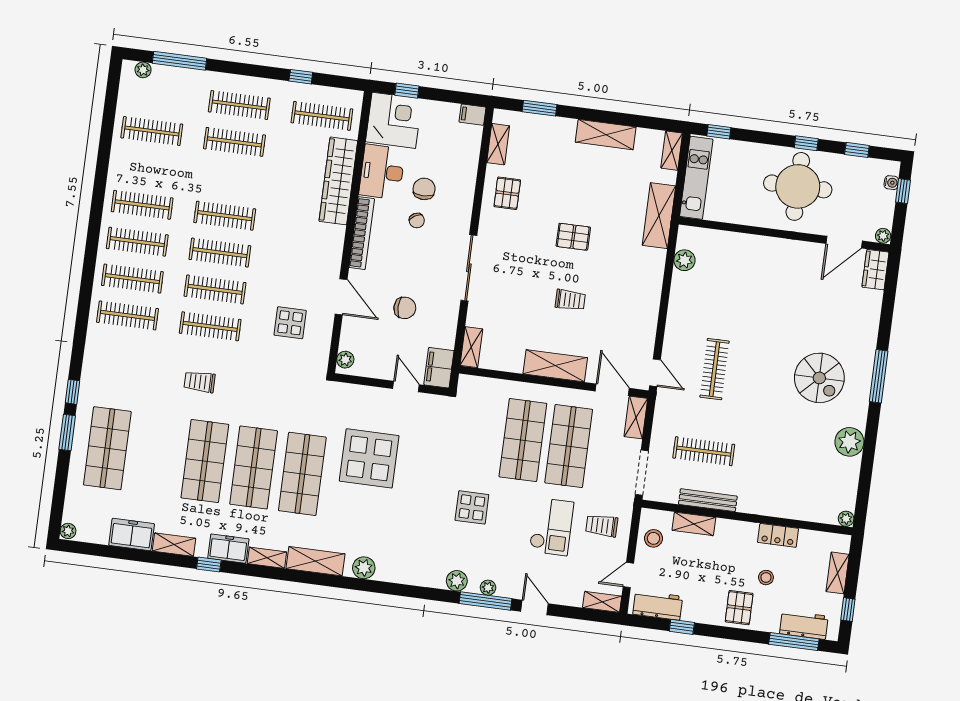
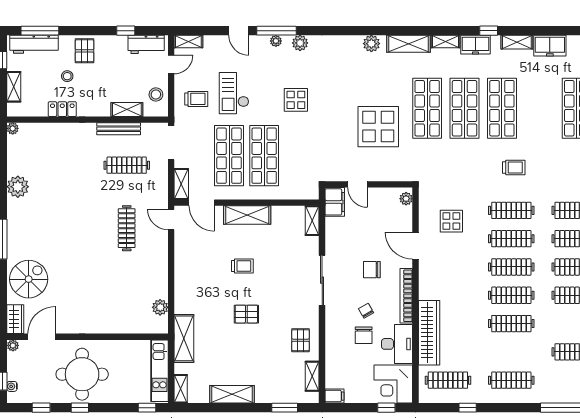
clothes rail: (234, 142) -> (511, 324), moved
trolley: (570, 300) -> (242, 266), turned 180
chair: (405, 308) -> (372, 270), moved
spiral stairs: (819, 378) -> (29, 279), moved, turned 90
workbench: (804, 625) -> (34, 44), width x1.38

